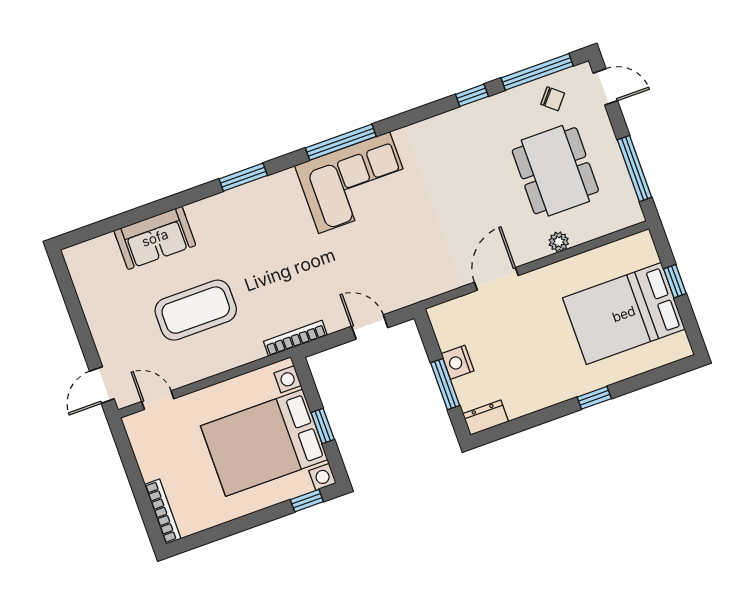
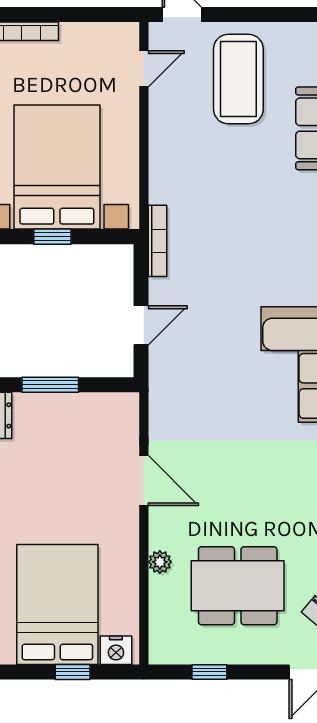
window: (635, 169) -> (209, 672), width x0.46
coffee table: (196, 310) -> (238, 79), moved
nightstand: (458, 362) -> (116, 650), moved, turned 180

